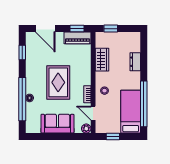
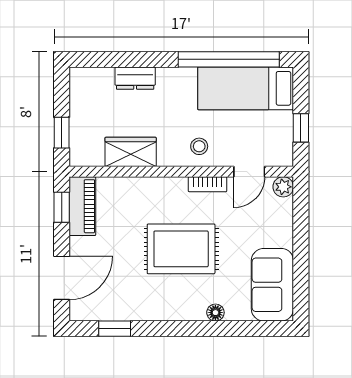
window: (22, 99) -> (218, 329), removed
sofa: (57, 124) -> (272, 285), moved

